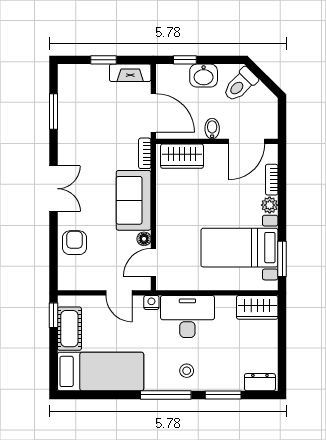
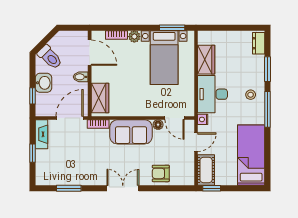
wardrobe: (257, 307) -> (206, 60), moved
cot: (69, 329) -> (206, 170), moved, turned 90

